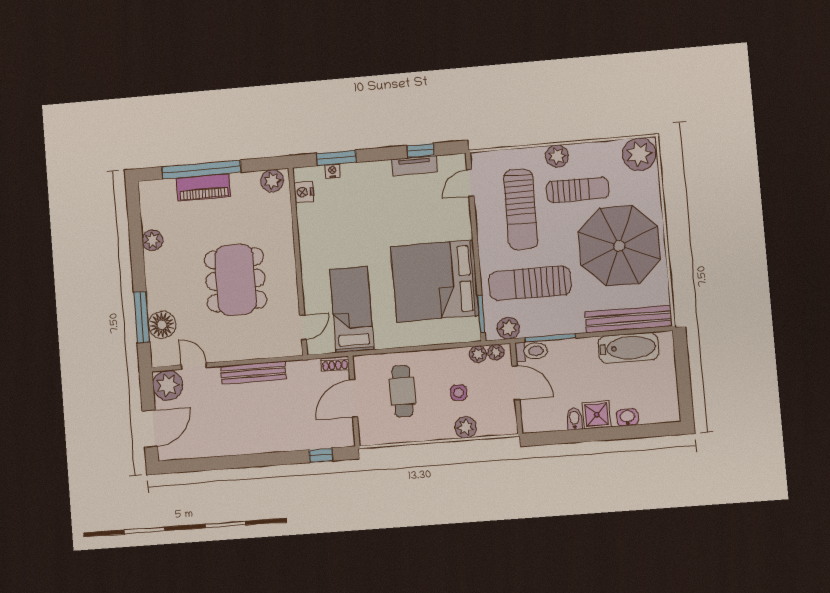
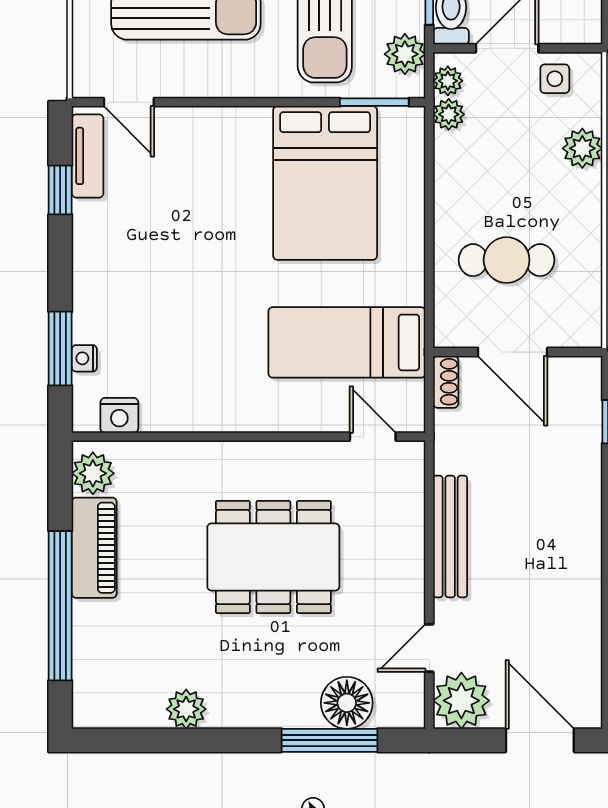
tv unit: (415, 166) -> (88, 156), moved
piano: (203, 187) -> (94, 548), moved
bed: (435, 281) -> (325, 183), width x0.73
side table: (459, 393) -> (555, 79), moved

